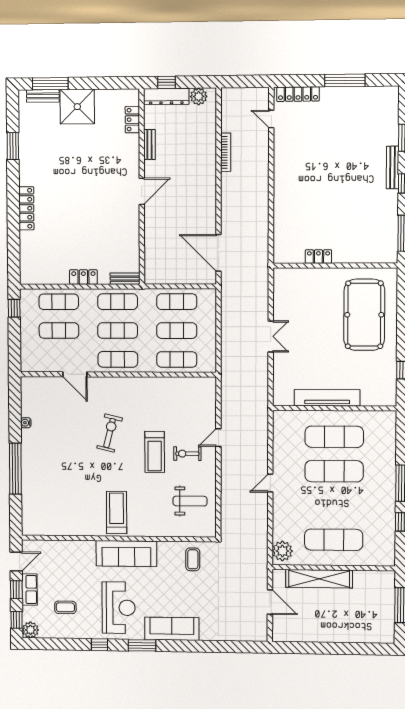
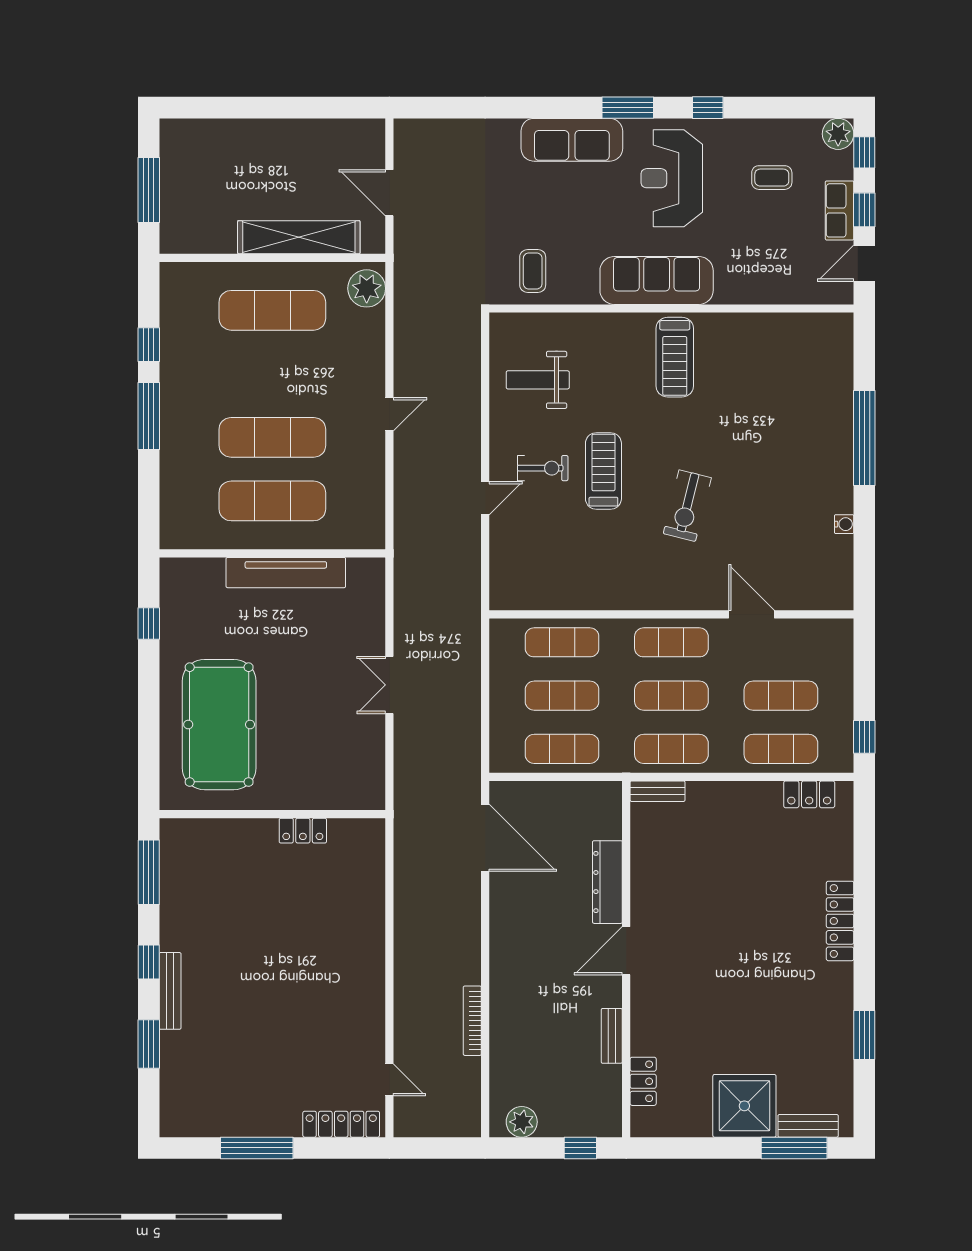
dresser: (166, 96) -> (607, 882), moved, turned -90
locker: (83, 277) -> (809, 794), moved

